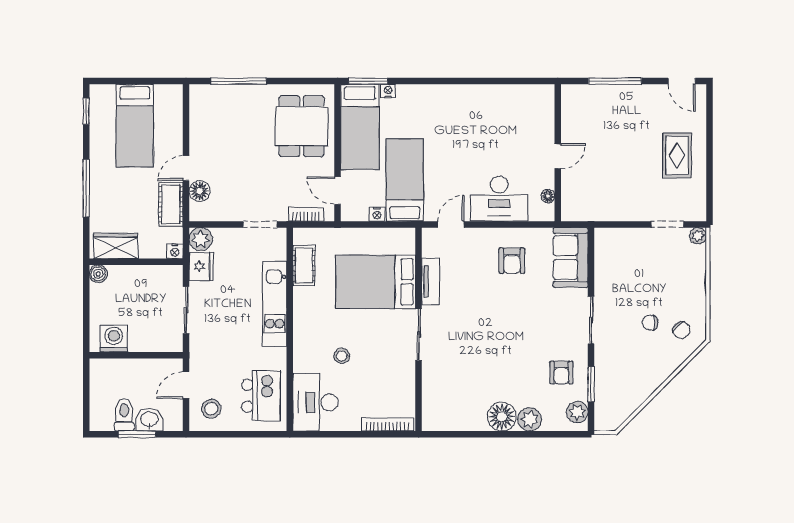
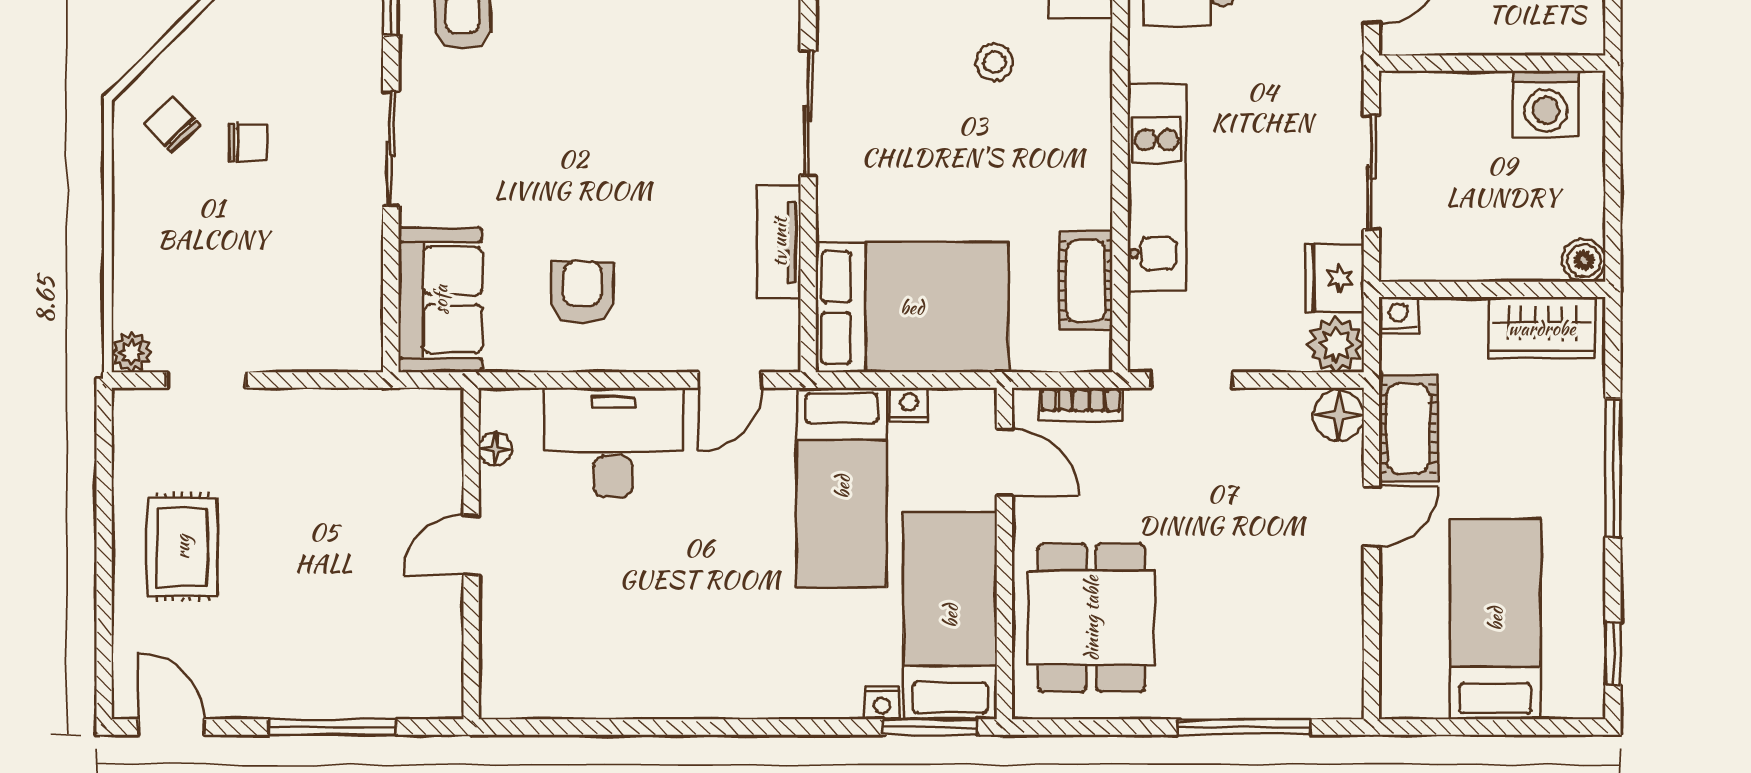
floor lamp: (200, 191) -> (1339, 415), moved
bed: (376, 282) -> (912, 307), moved

